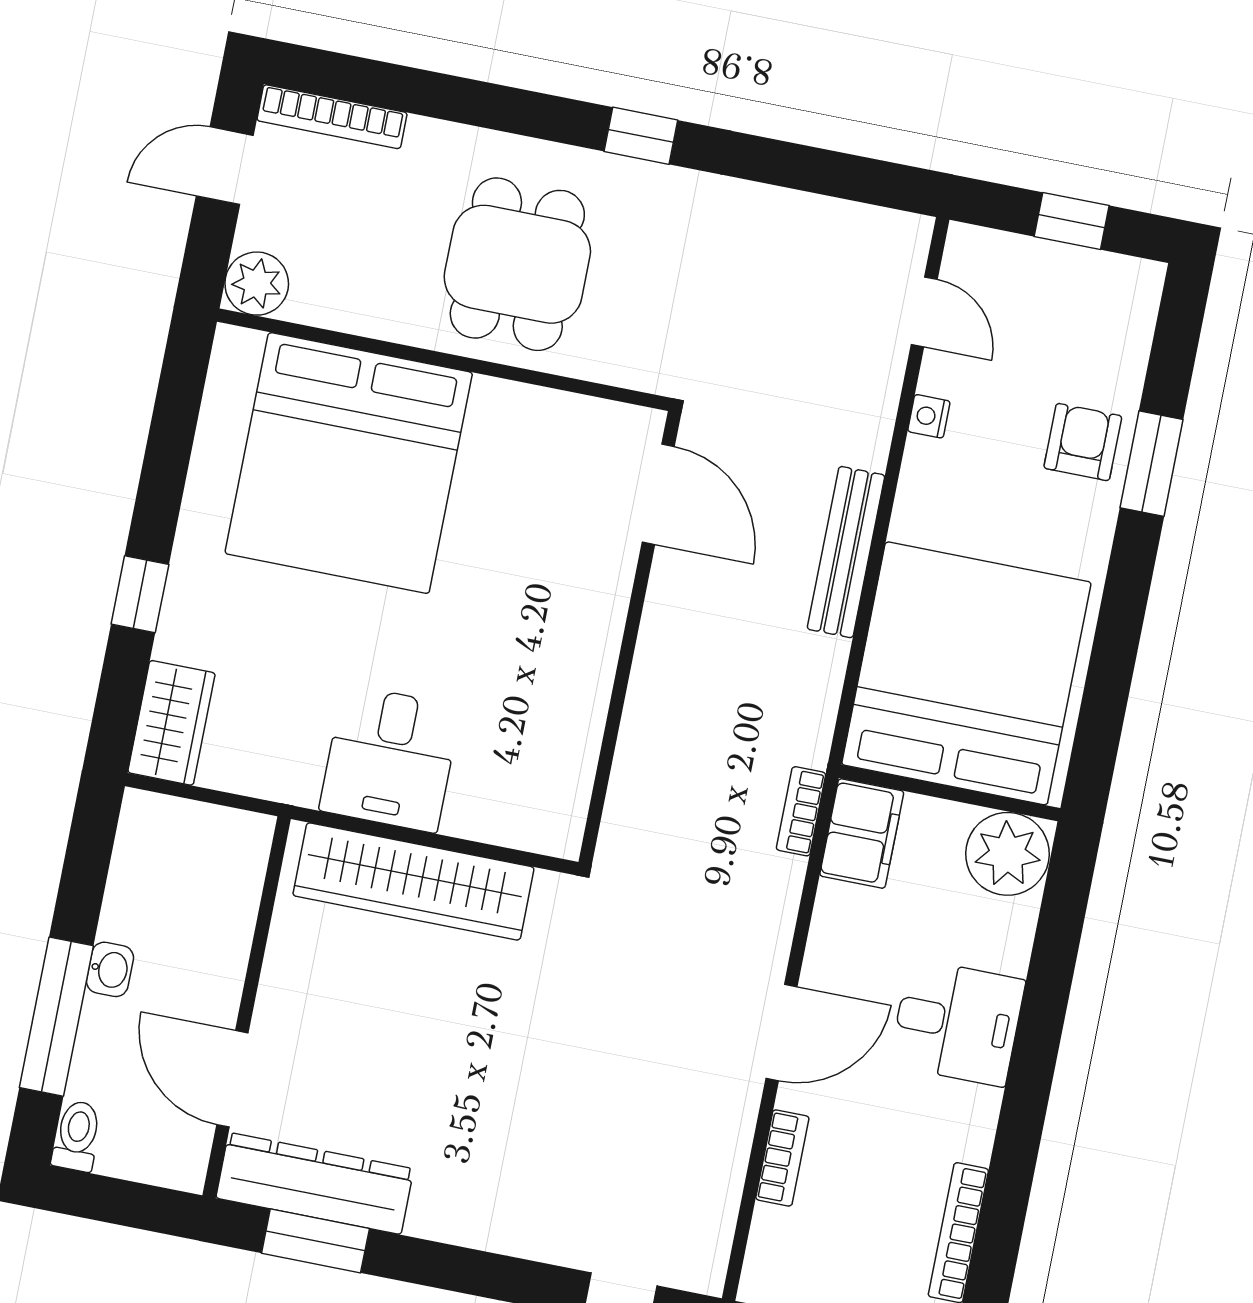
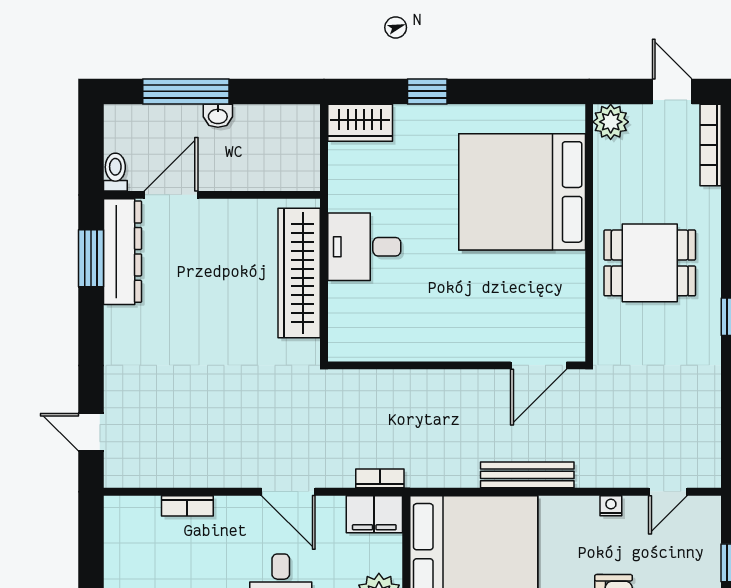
door: (782, 1033) -> (288, 492), moved
toilet: (77, 1136) -> (115, 172), moved, turned -90

